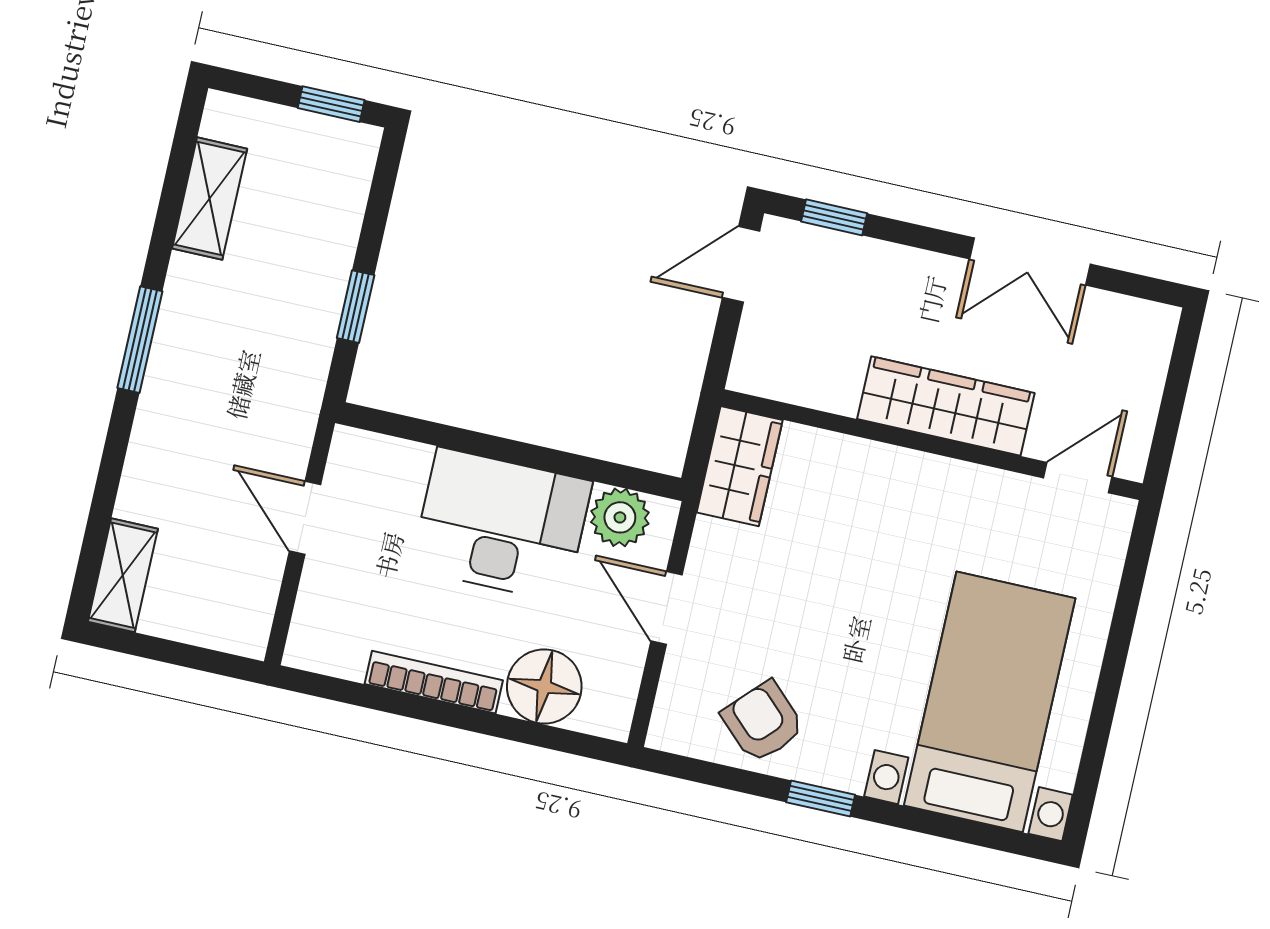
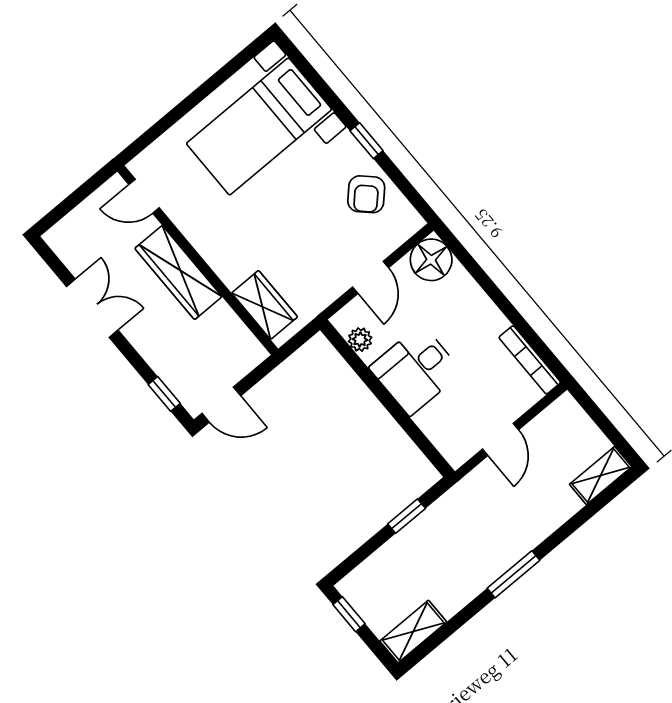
shelving: (210, 199) -> (413, 631), moved
wardrobe: (740, 466) -> (265, 305), moved, turned 90
plant: (620, 517) -> (360, 340), width x0.73, depth x0.73
desk: (501, 525) -> (416, 370), width x0.73
bookcase: (434, 682) -> (530, 360), moved
floor lamp: (544, 686) -> (431, 260), moved

